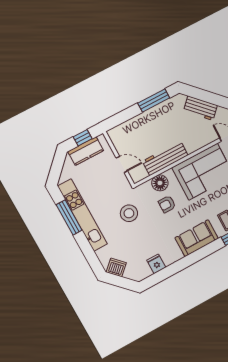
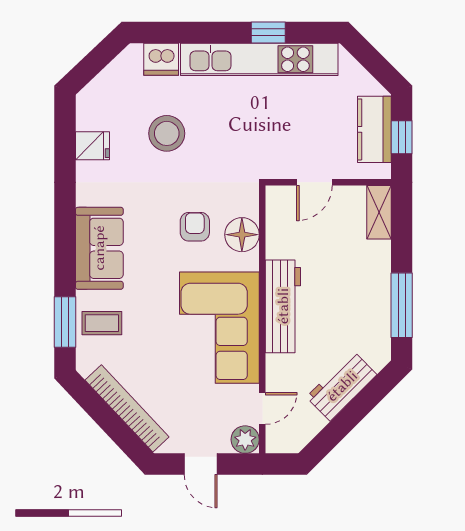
shelving: (120, 131) -> (379, 212), added
workbench: (165, 158) -> (283, 306), moved
stool: (129, 213) -> (167, 133), moved
window: (69, 218) -> (268, 32), width x0.46
dishwasher: (116, 267) -> (161, 59), moved, turned 44

